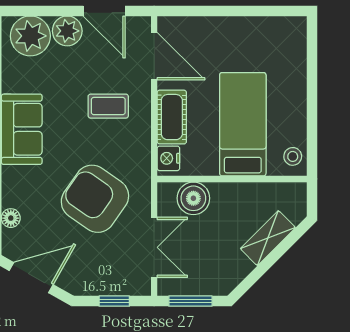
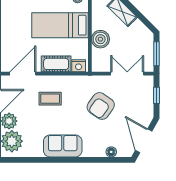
coffee table: (108, 106) -> (50, 99), turned 90
boiler: (193, 198) -> (100, 39), moved
armchair: (95, 199) -> (101, 106), width x0.73, depth x0.73

